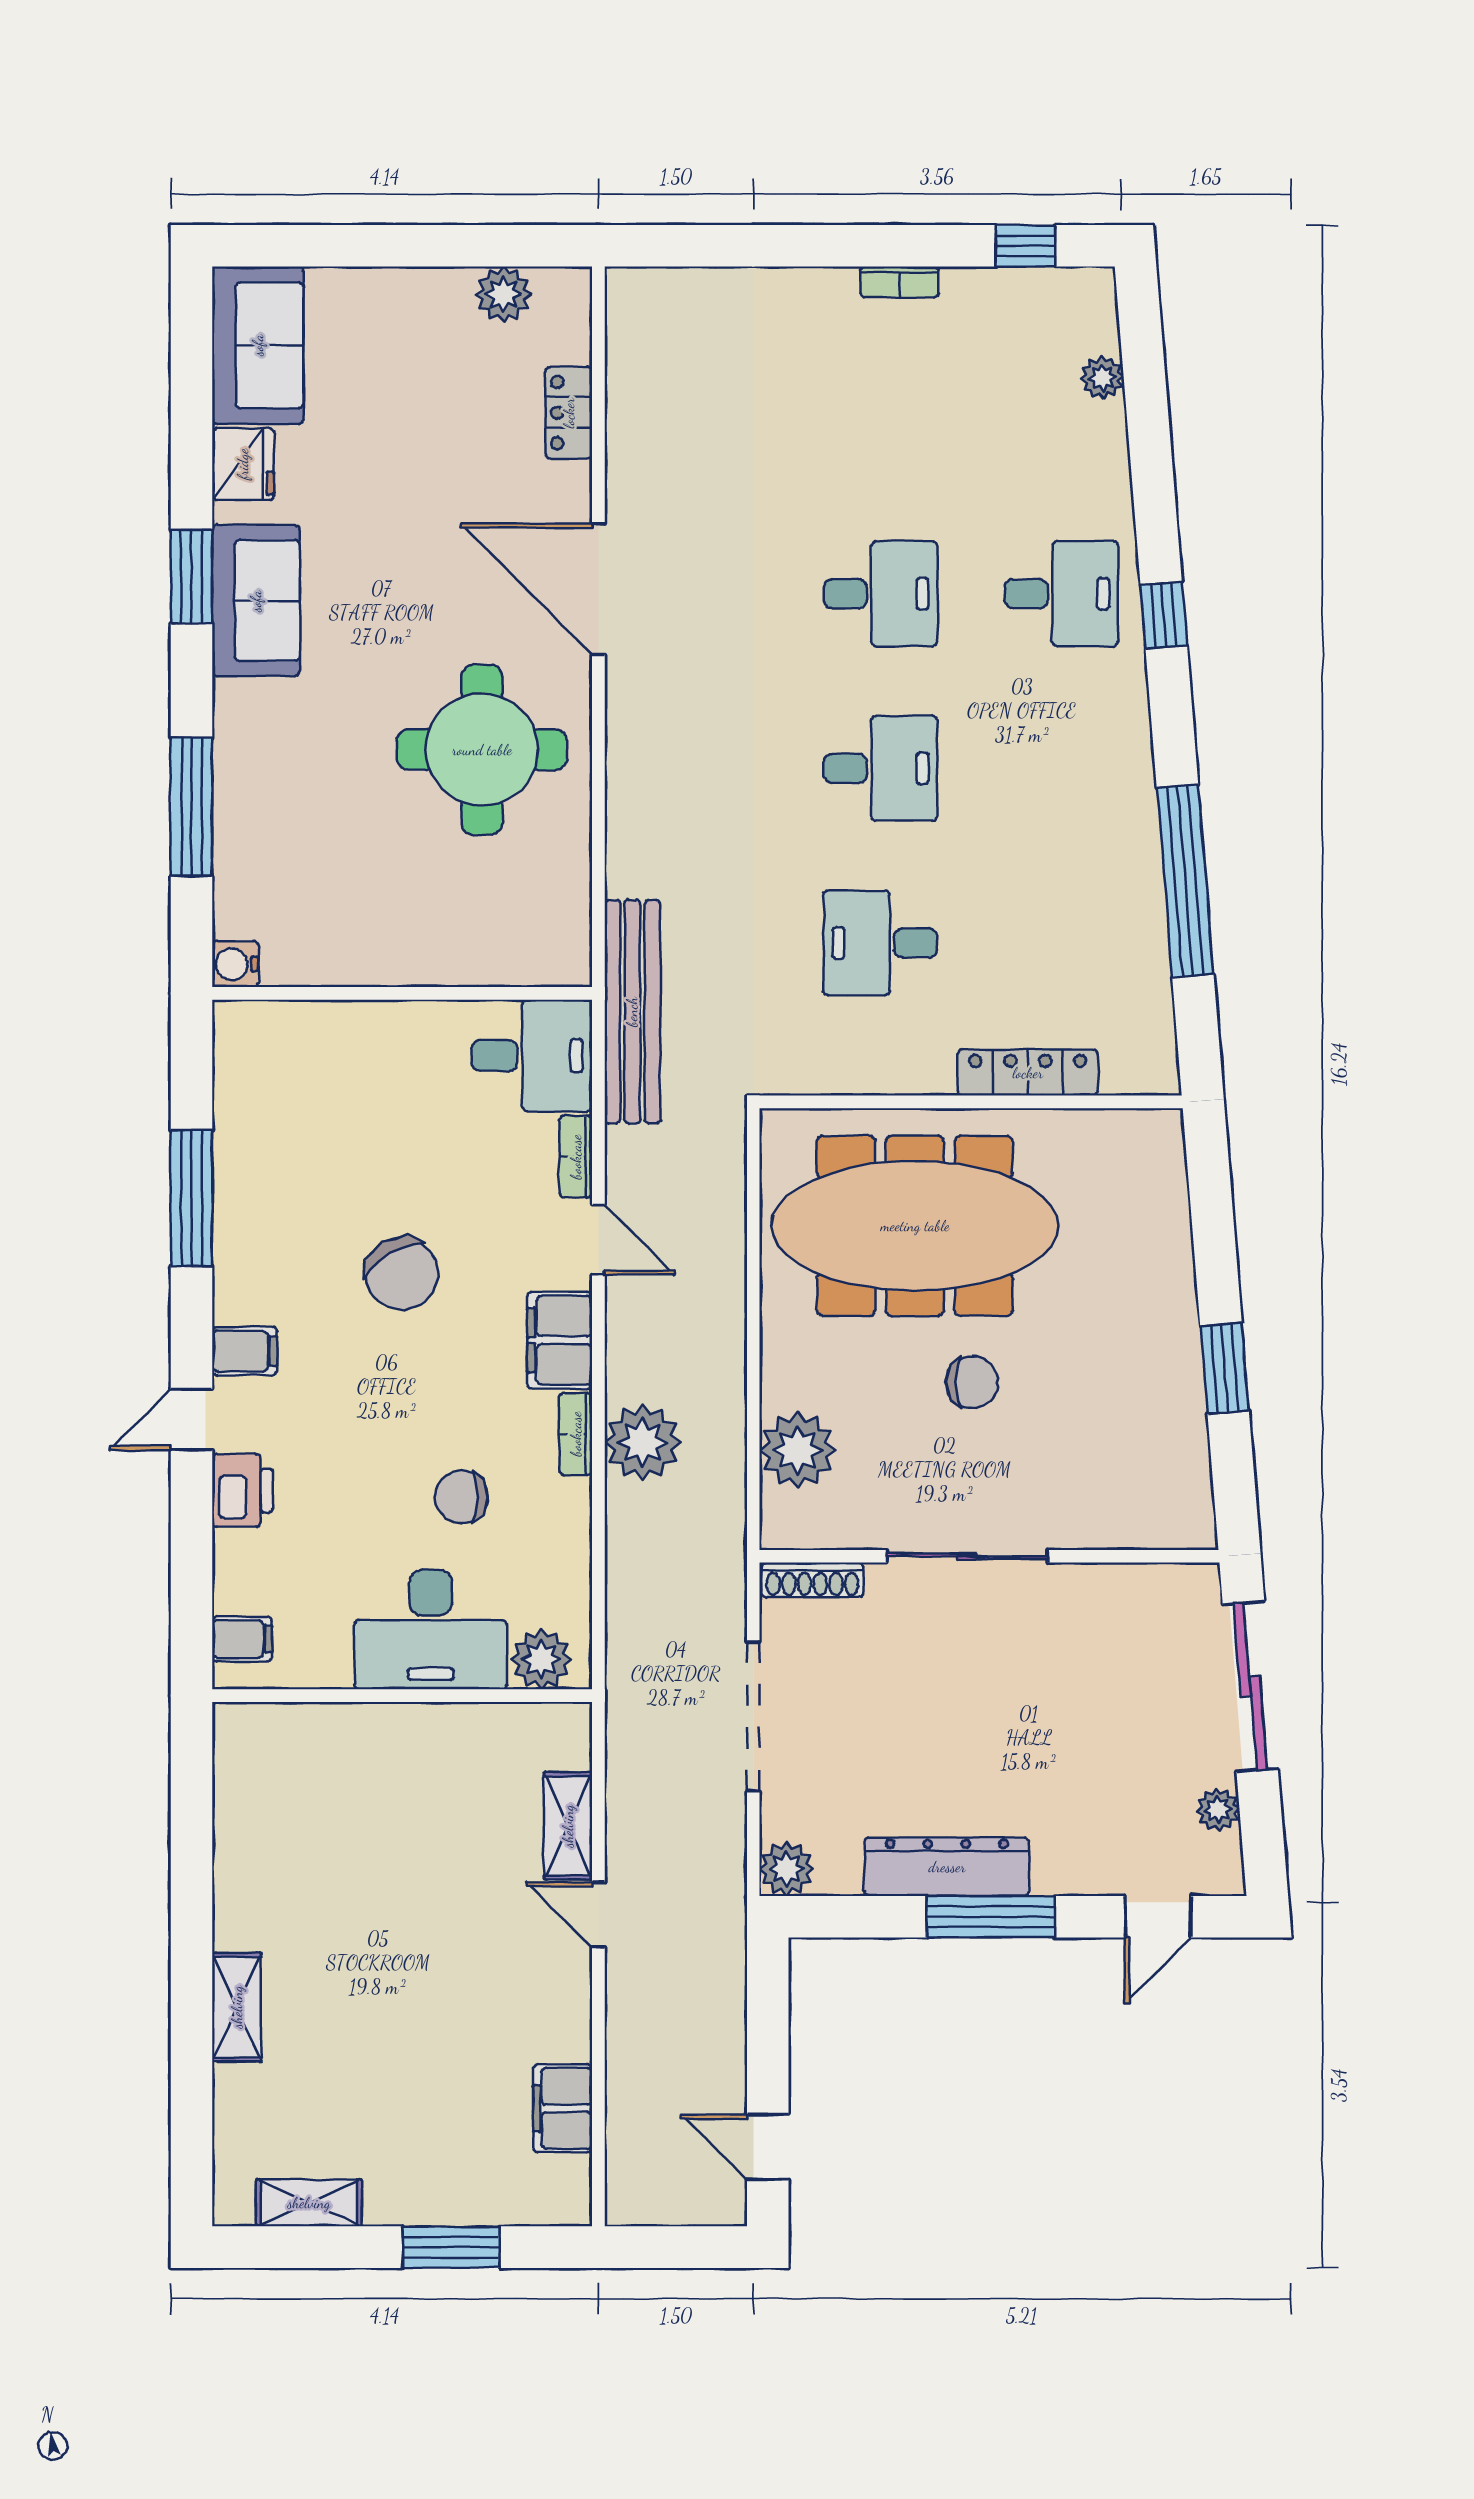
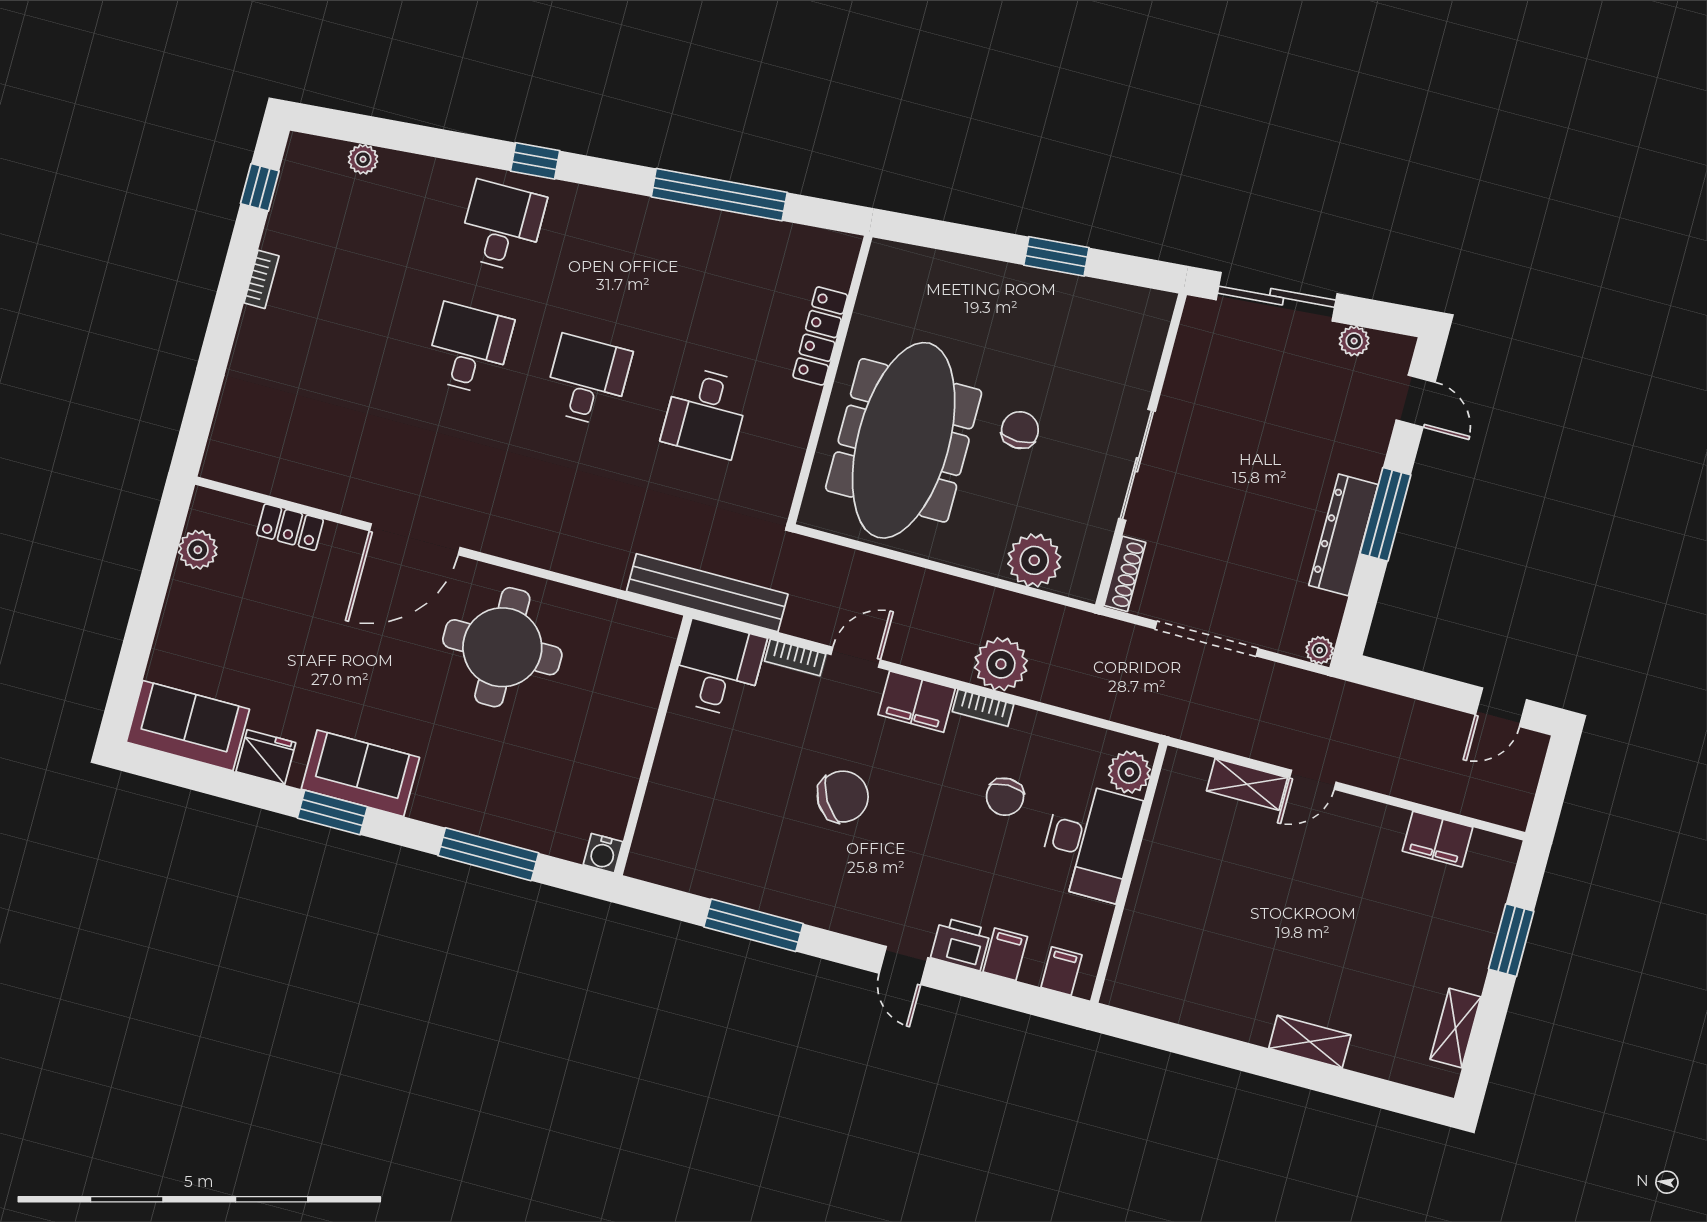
filing cabinet: (245, 1351) -> (1005, 954), moved
plant: (787, 1869) -> (1320, 650), width x0.73, depth x0.73

